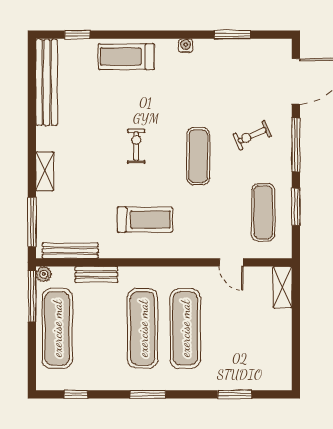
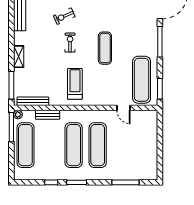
exercise bike: (252, 135) -> (64, 16), moved
window: (296, 207) -> (160, 89), moved
exercise mat: (263, 212) -> (142, 80), width x1.36, depth x1.45
treadmill: (145, 220) -> (75, 84), turned -90
shelving: (282, 287) -> (152, 122), removed
window: (76, 394) -> (51, 182), moved
window: (235, 394) -> (126, 182), width x1.44

